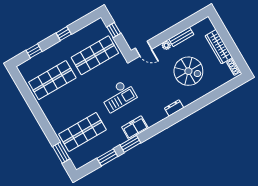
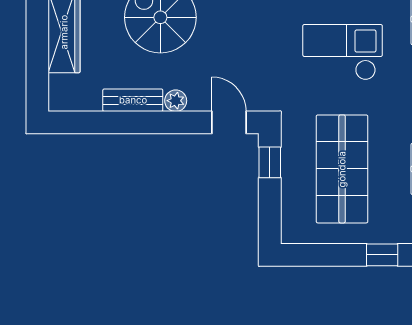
window: (114, 30) -> (270, 162), moved
shop shelf: (95, 55) -> (342, 169), turned 90

